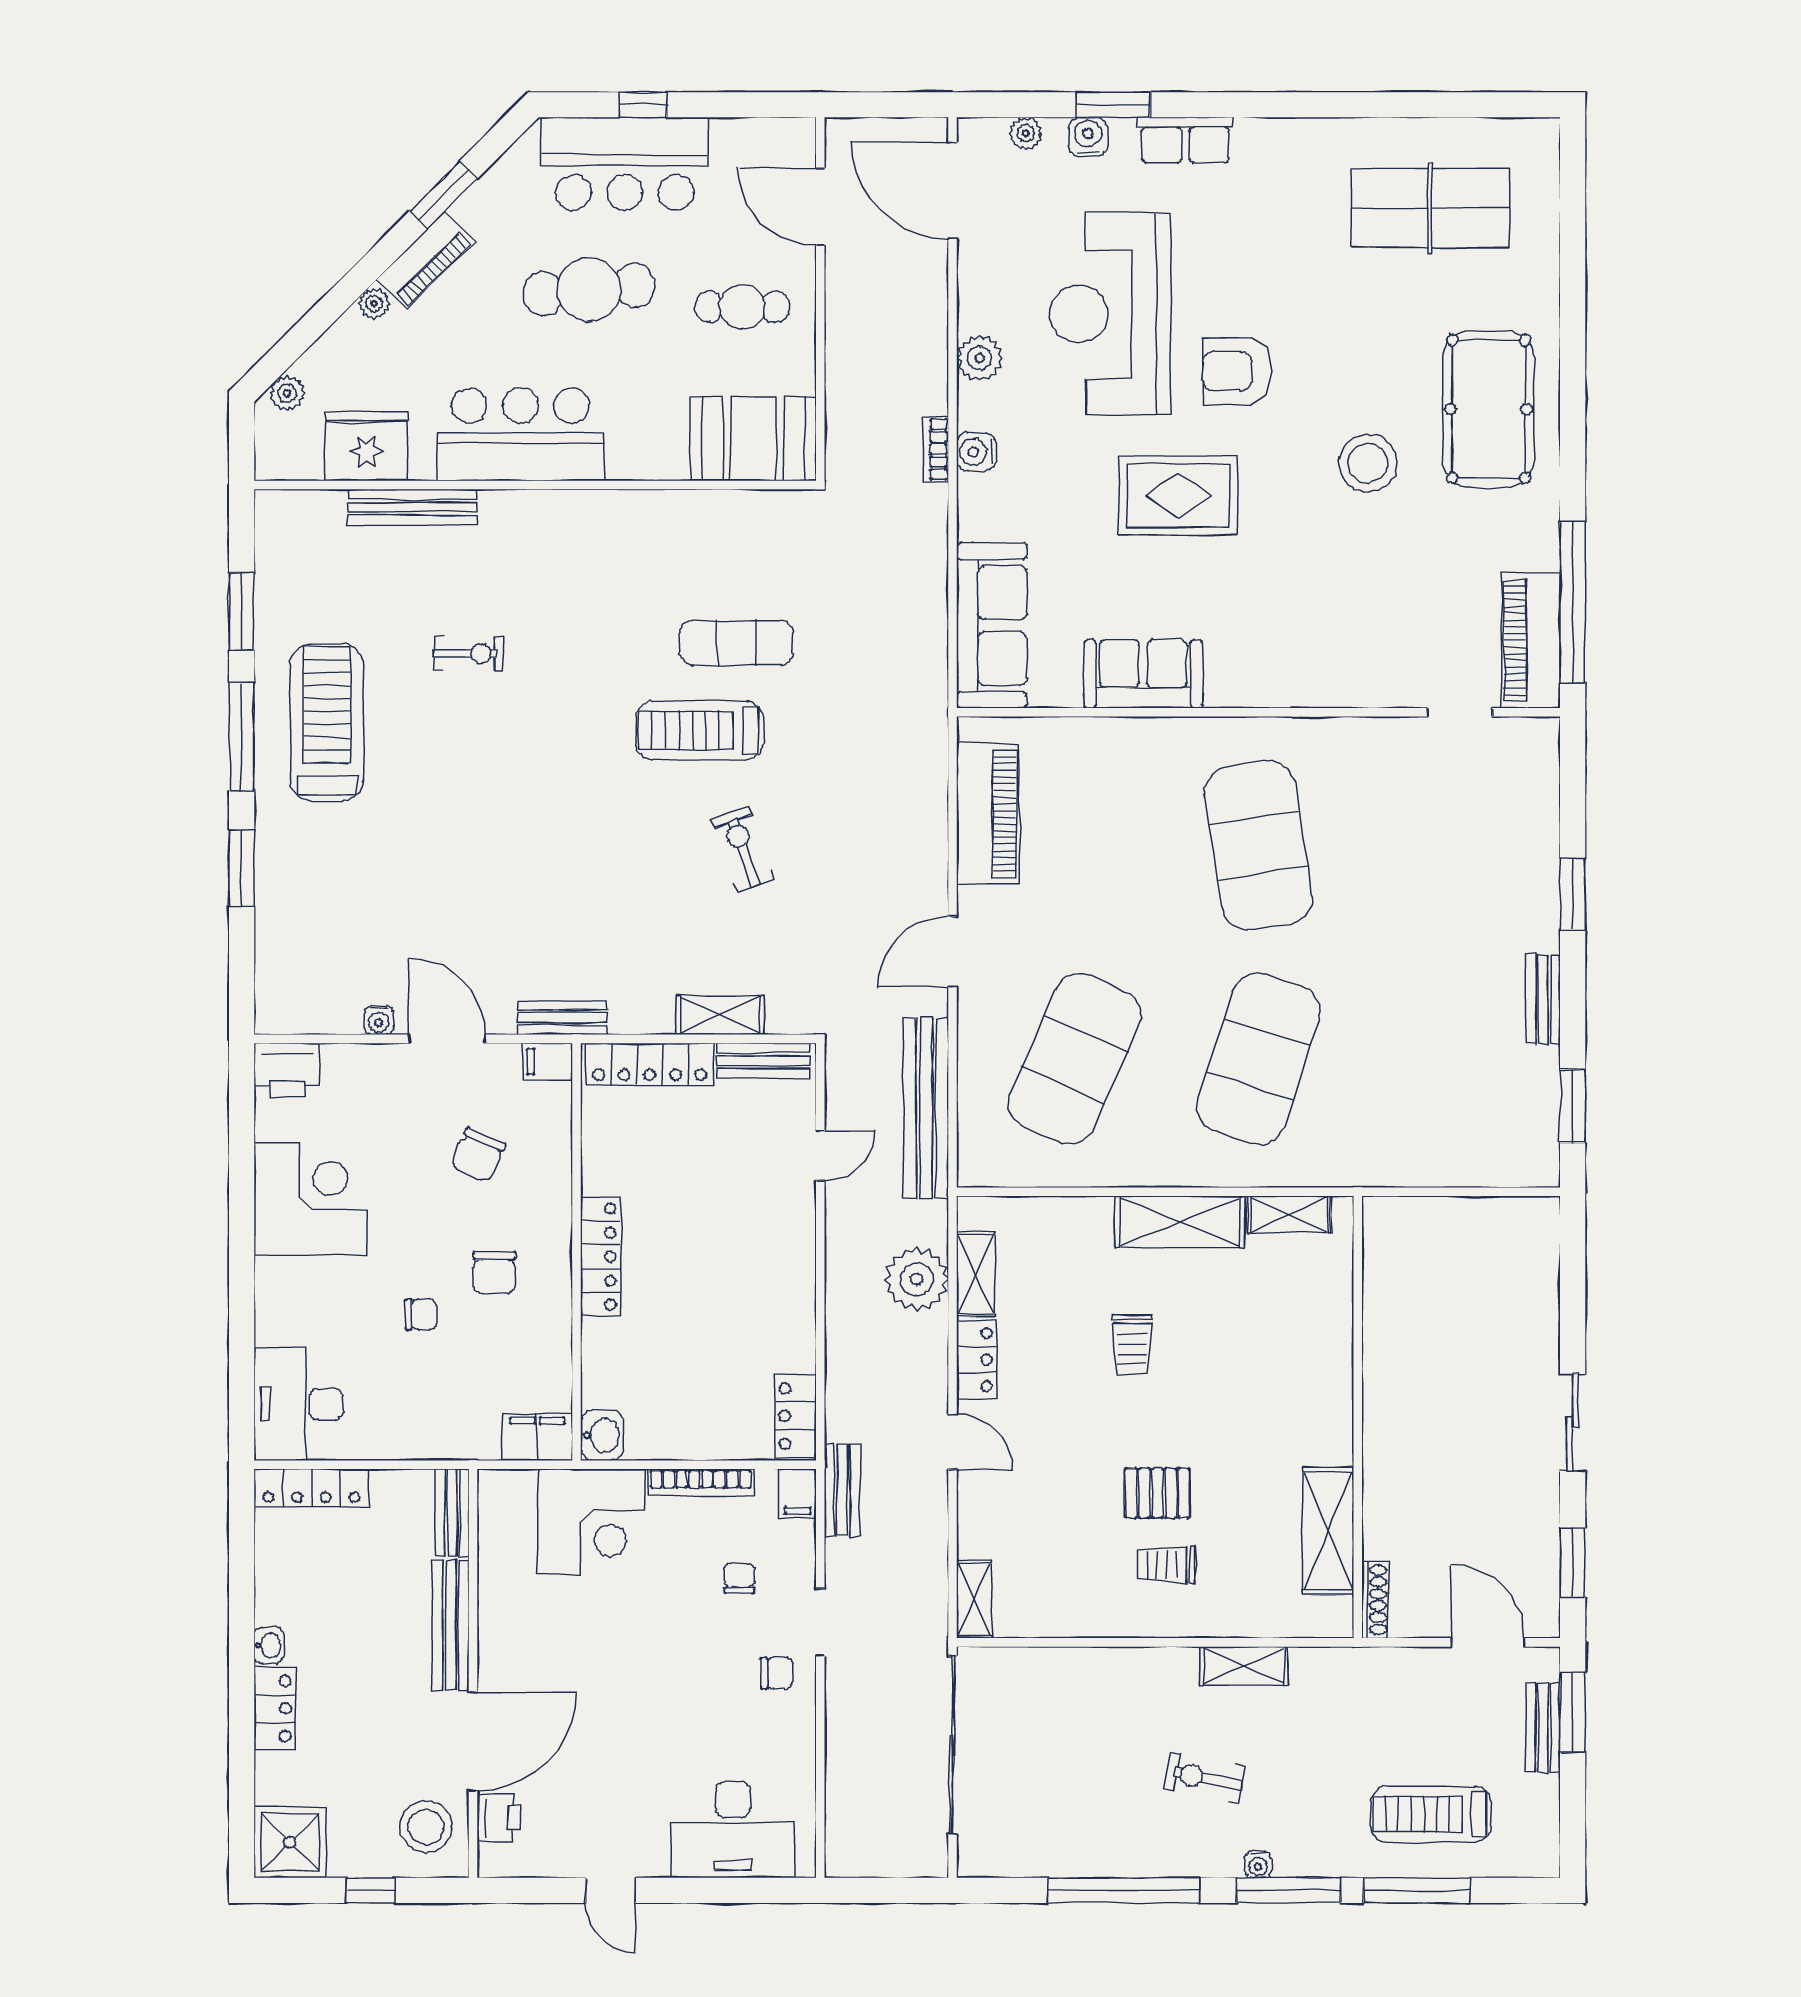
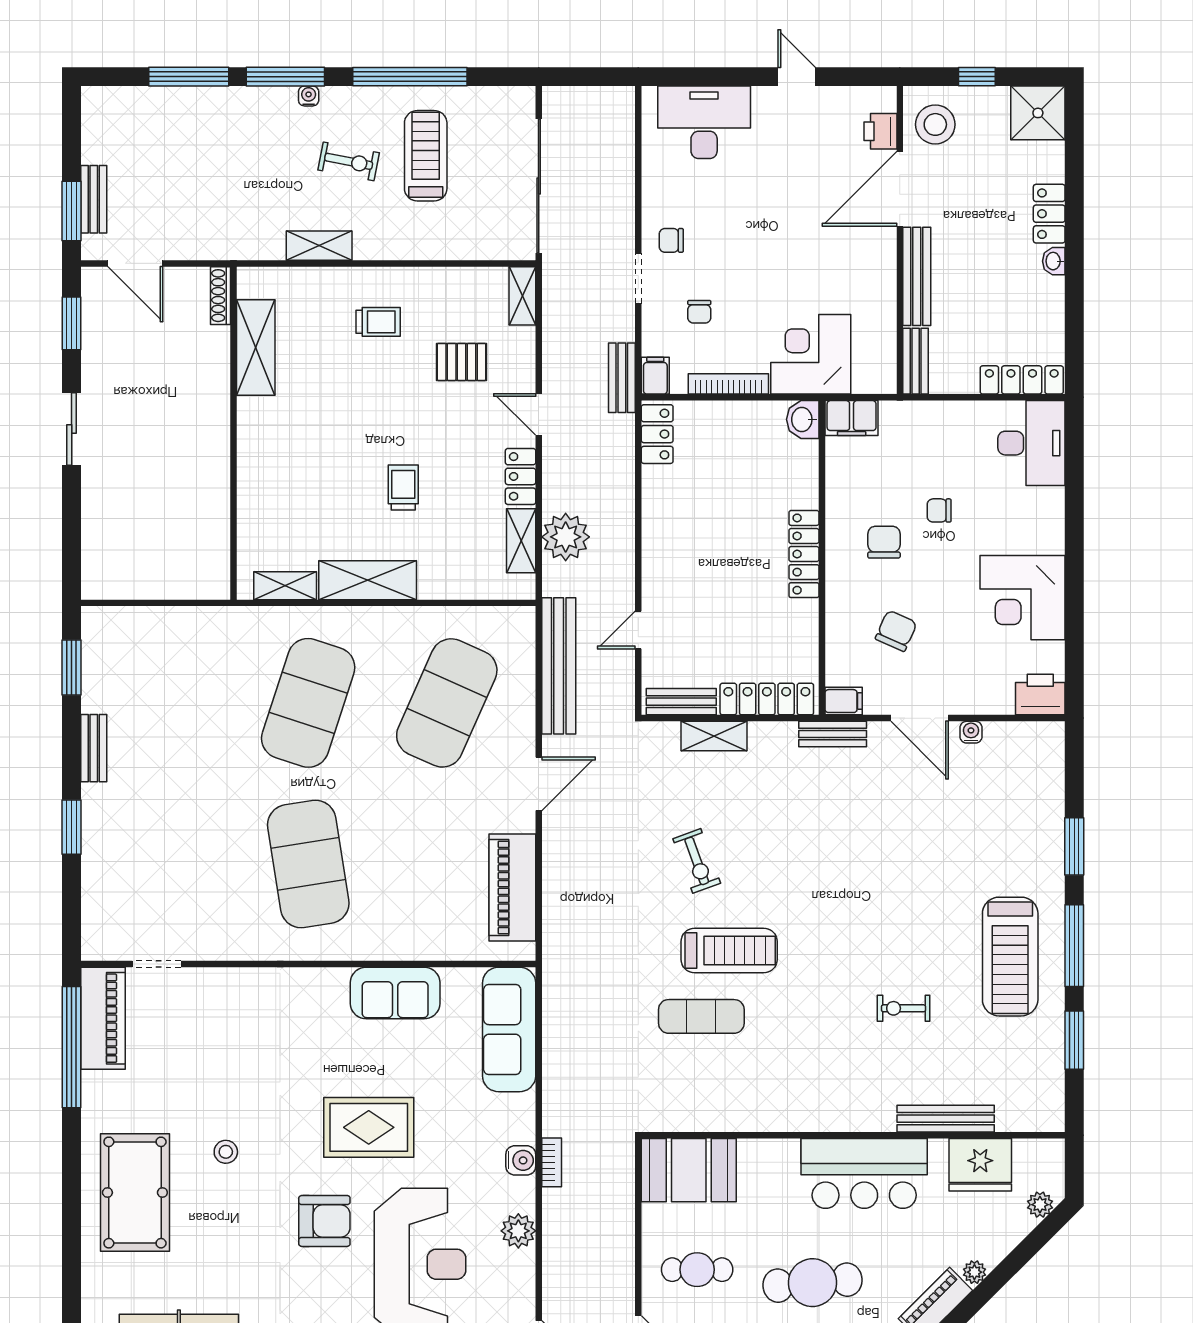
stool: (1368, 463) -> (226, 1152), width x0.53, depth x0.53
pallet: (1157, 1493) -> (462, 362), moved
treadmill: (1431, 1814) -> (426, 156), moved, turned -90

